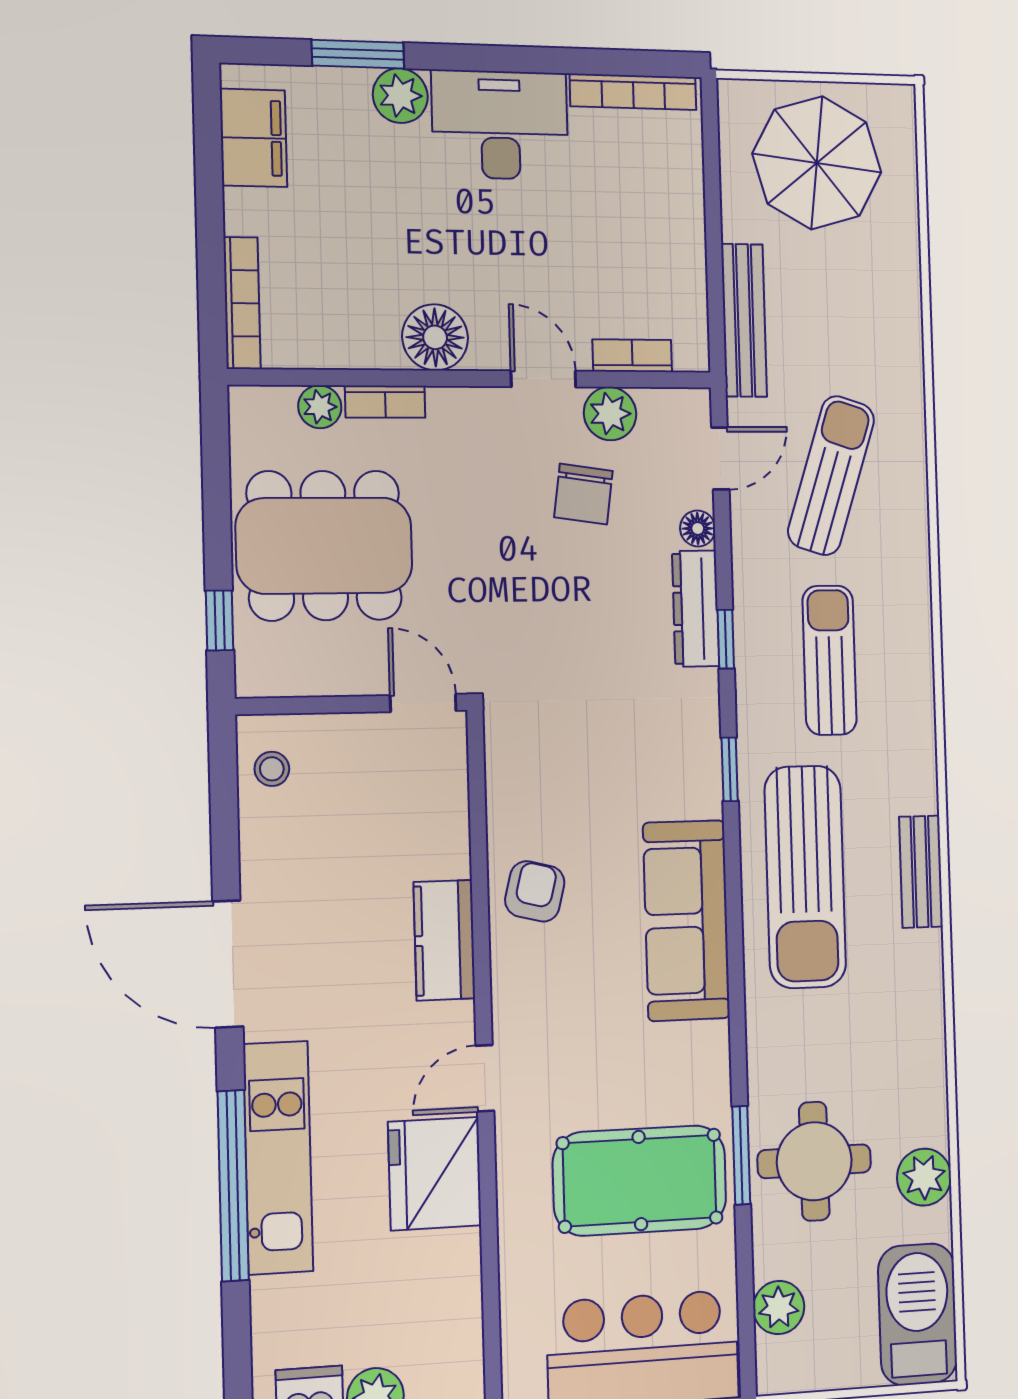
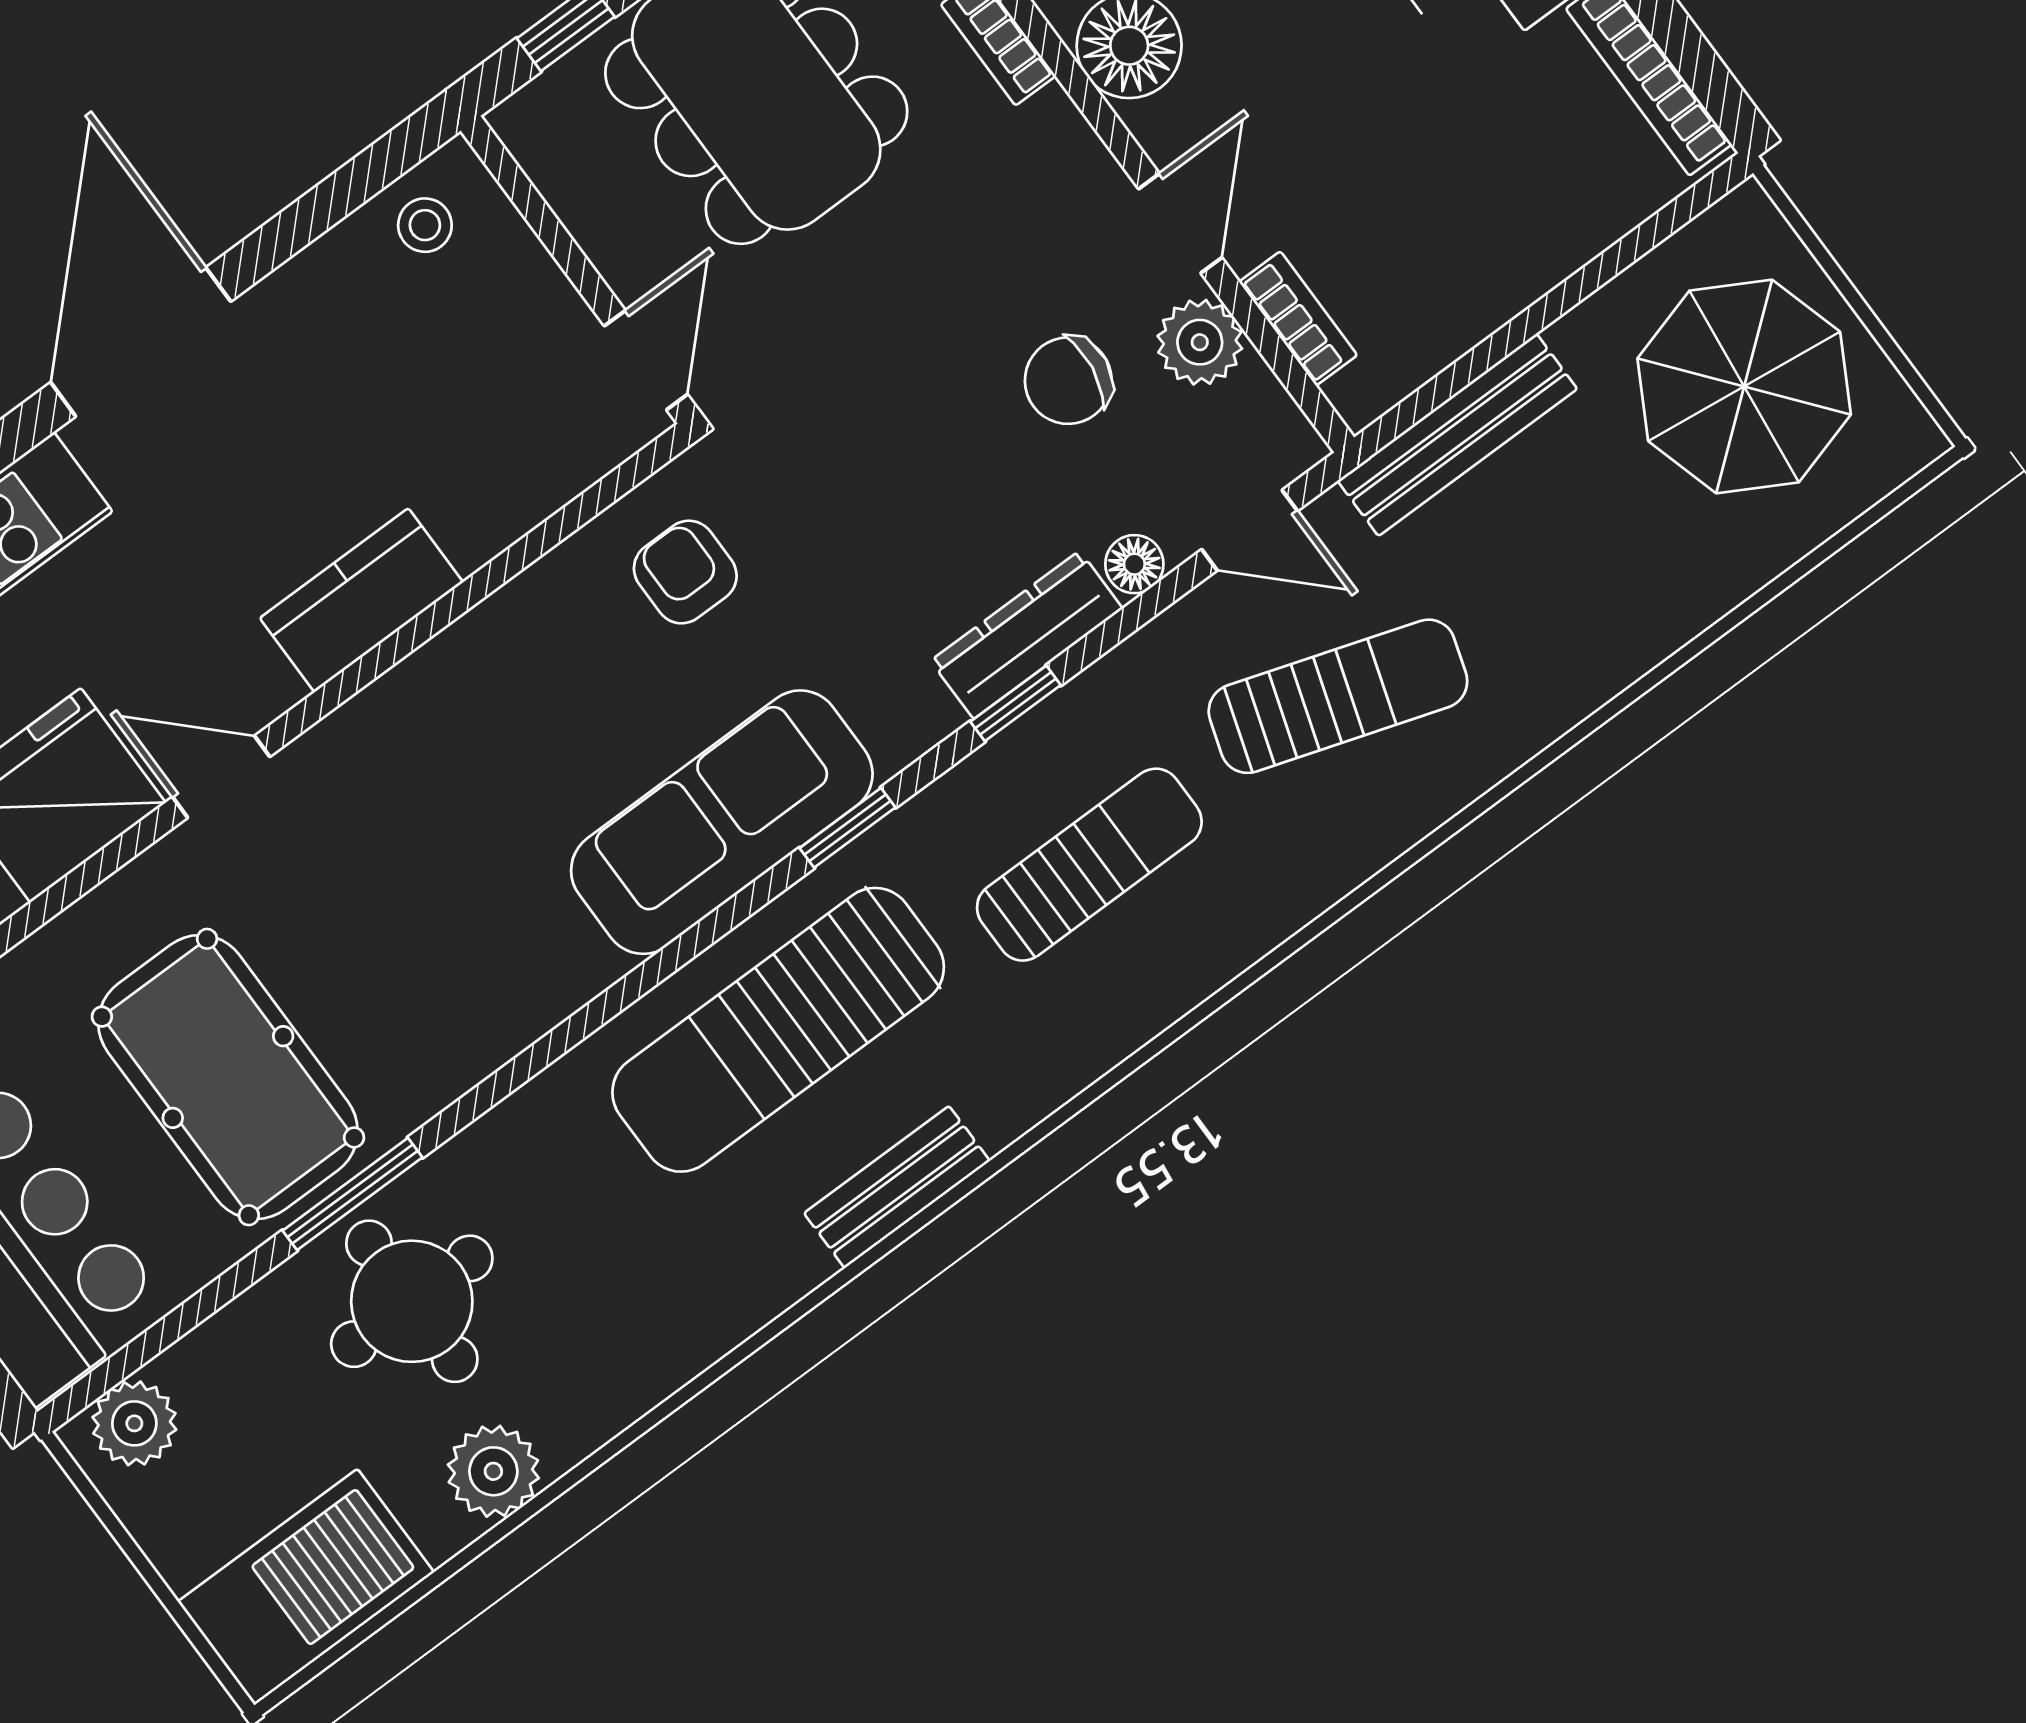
armchair: (535, 891) -> (685, 572), moved, turned -104
sofa: (686, 920) -> (722, 822), moved
plant: (779, 1307) -> (134, 1423), moved

